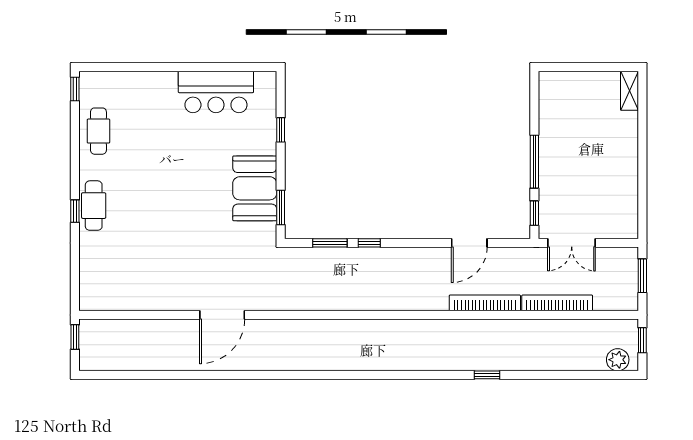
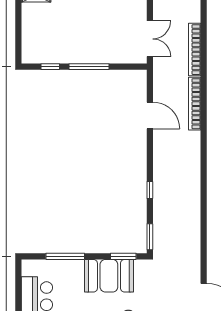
window: (281, 130) -> (65, 256), width x2.17
window: (534, 213) -> (50, 67), moved
window: (330, 243) -> (150, 237), moved

